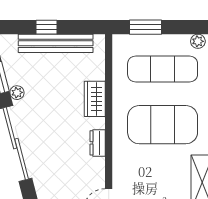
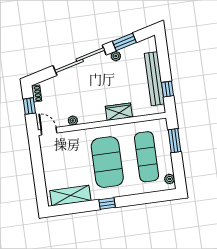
window: (47, 27) -> (167, 89), moved
dresser: (98, 143) -> (88, 118), removed
plant: (98, 165) -> (73, 120), added

